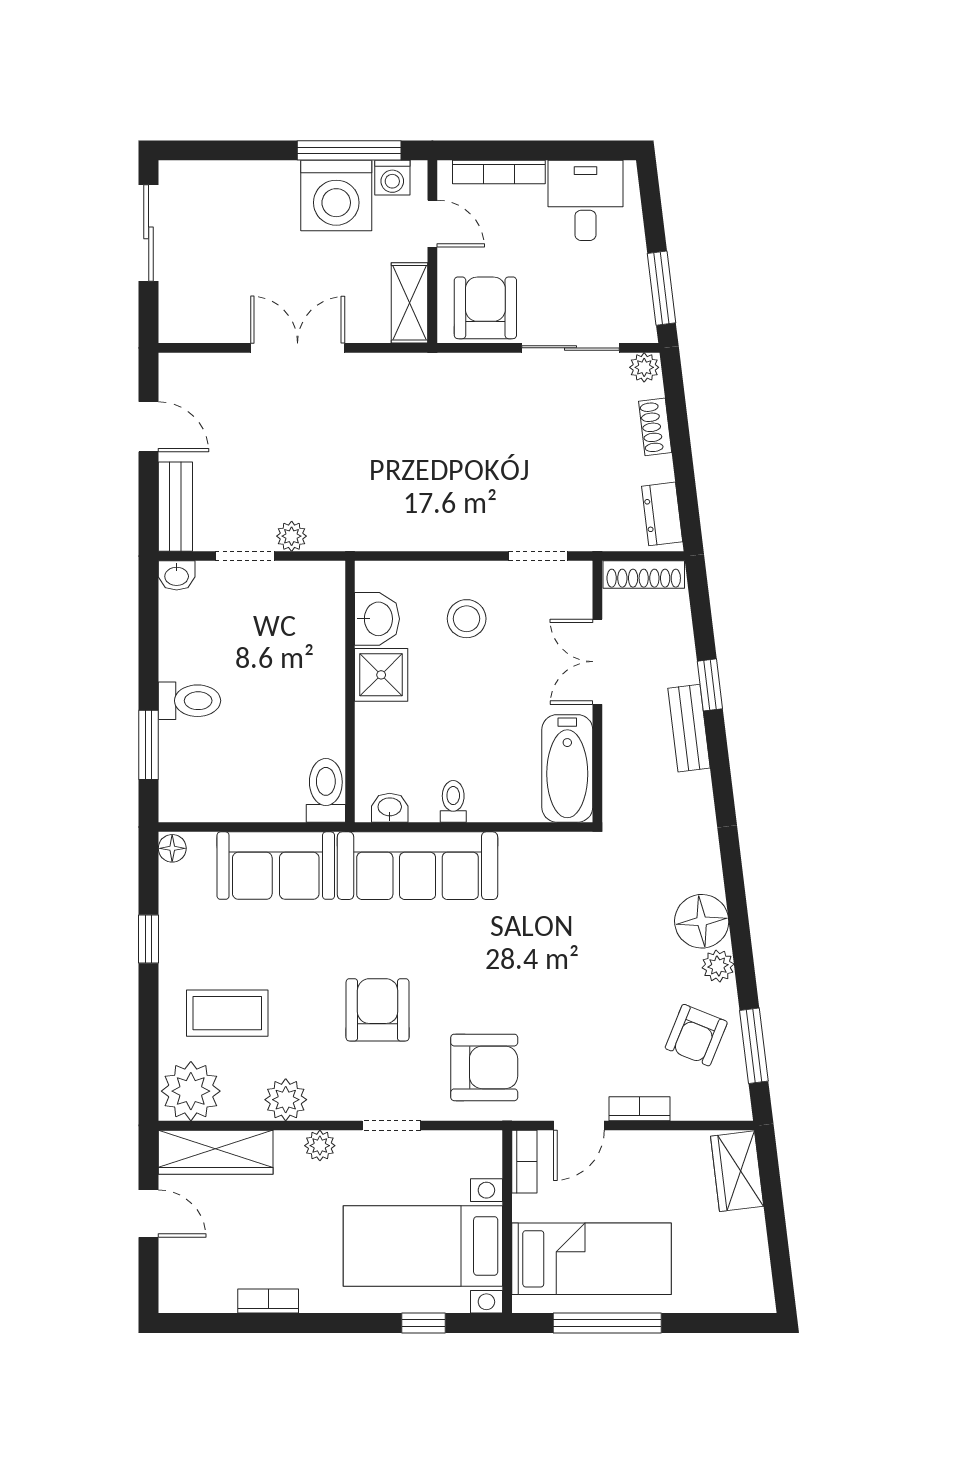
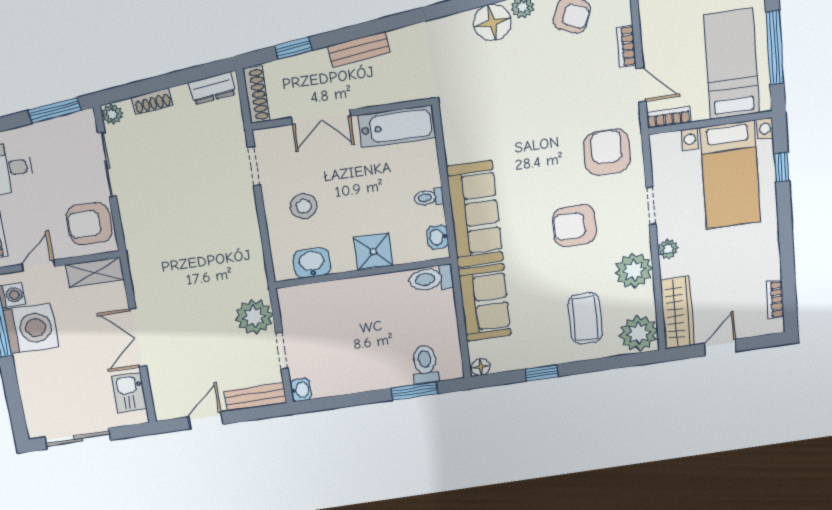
kitchen sink: (212, 321) -> (129, 392), added
plant: (292, 536) -> (254, 317), width x1.88, depth x1.88
shower: (381, 675) -> (373, 252), moved
window: (710, 685) -> (293, 48), moved
toilet: (189, 701) -> (425, 364), moved
plant: (286, 1100) -> (634, 270), width x1.36, depth x1.36
bookcase: (268, 1301) -> (775, 300), moved

